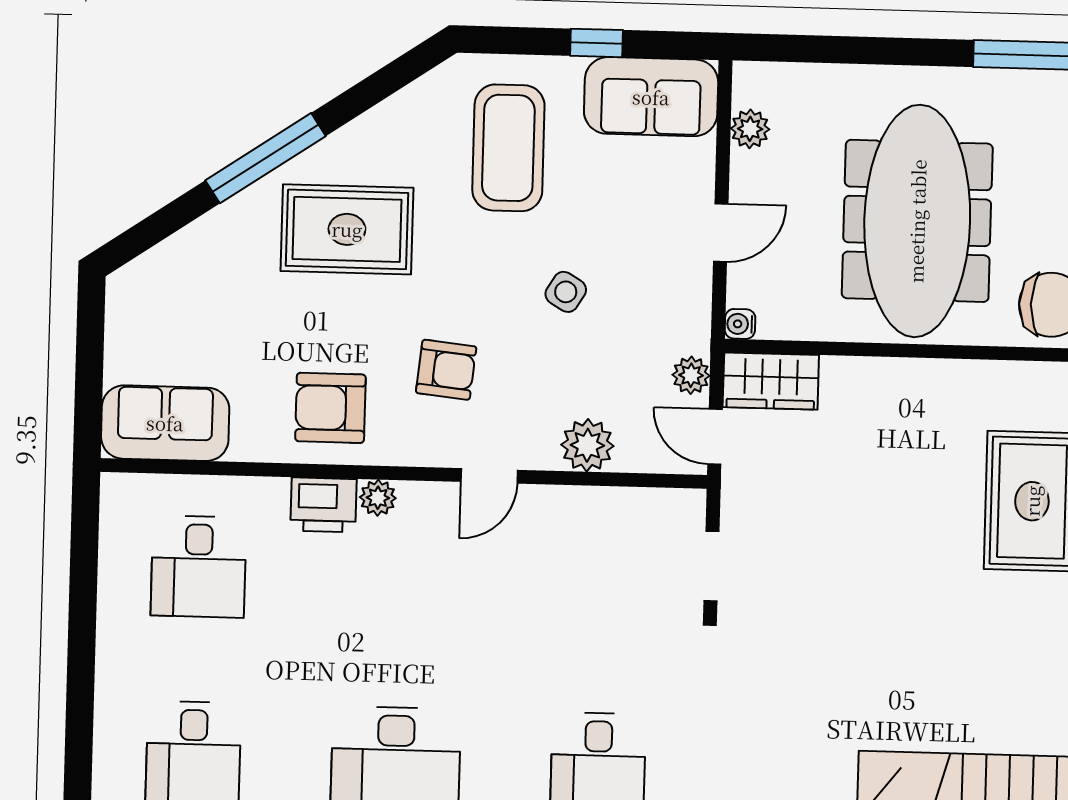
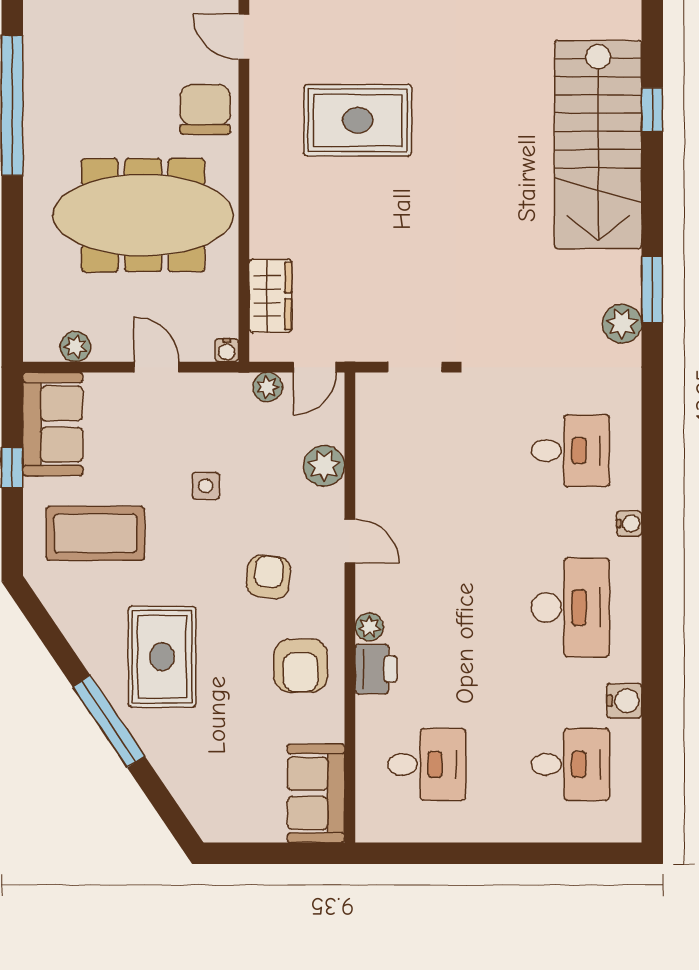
side table: (566, 292) -> (206, 486), turned -31
wardrobe: (771, 381) -> (270, 296), moved

